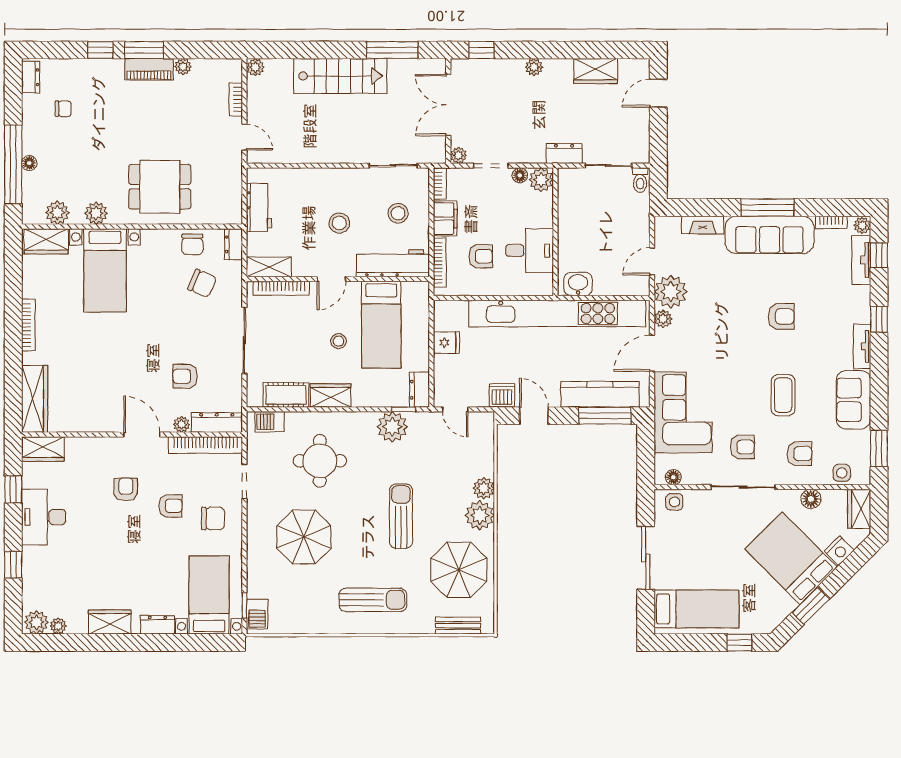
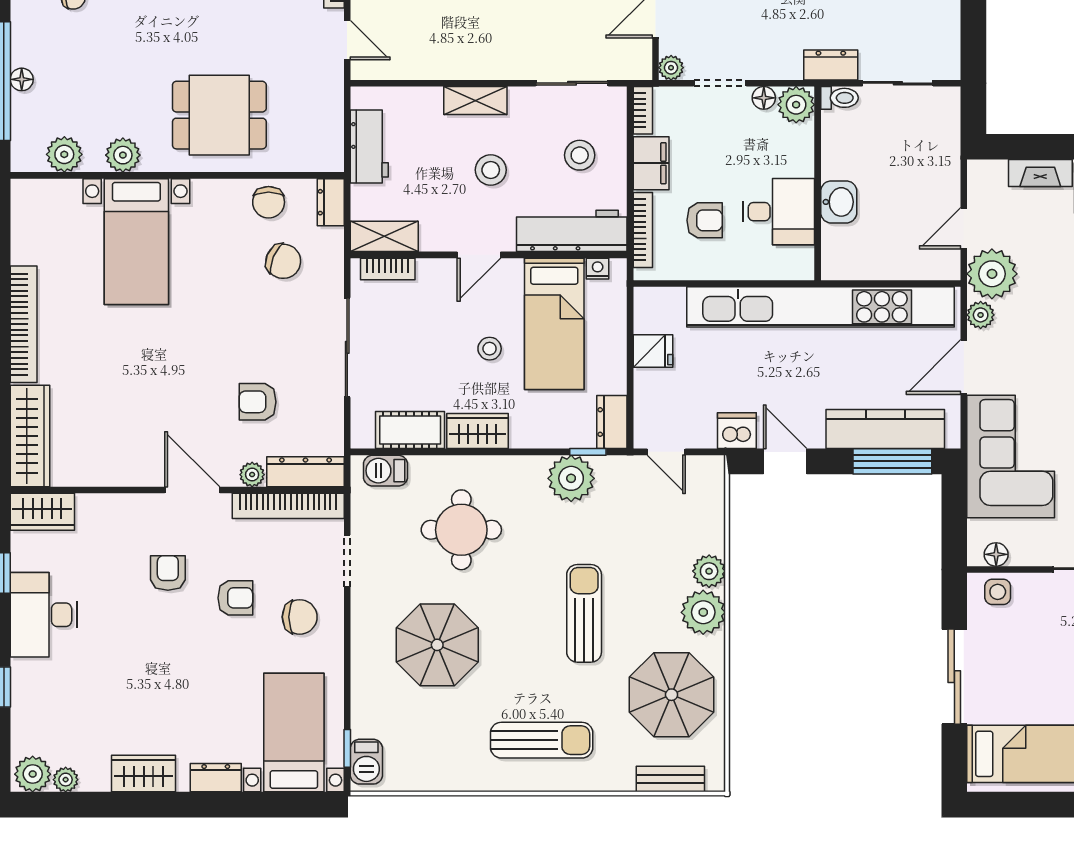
shelving: (329, 177) -> (475, 101), added
toilet: (640, 180) -> (839, 98), moved, turned -90
wardrobe: (46, 241) -> (47, 198), removed
washbasin: (578, 284) -> (839, 202), moved, turned 90
bookcase: (281, 288) -> (388, 269), width x0.64
nightstand: (410, 288) -> (598, 269), added
bookcase: (28, 325) -> (24, 324), width x1.48, depth x1.31

